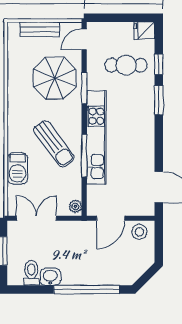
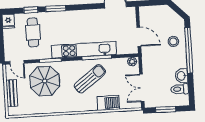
stool: (139, 232) -> (173, 41), moved

